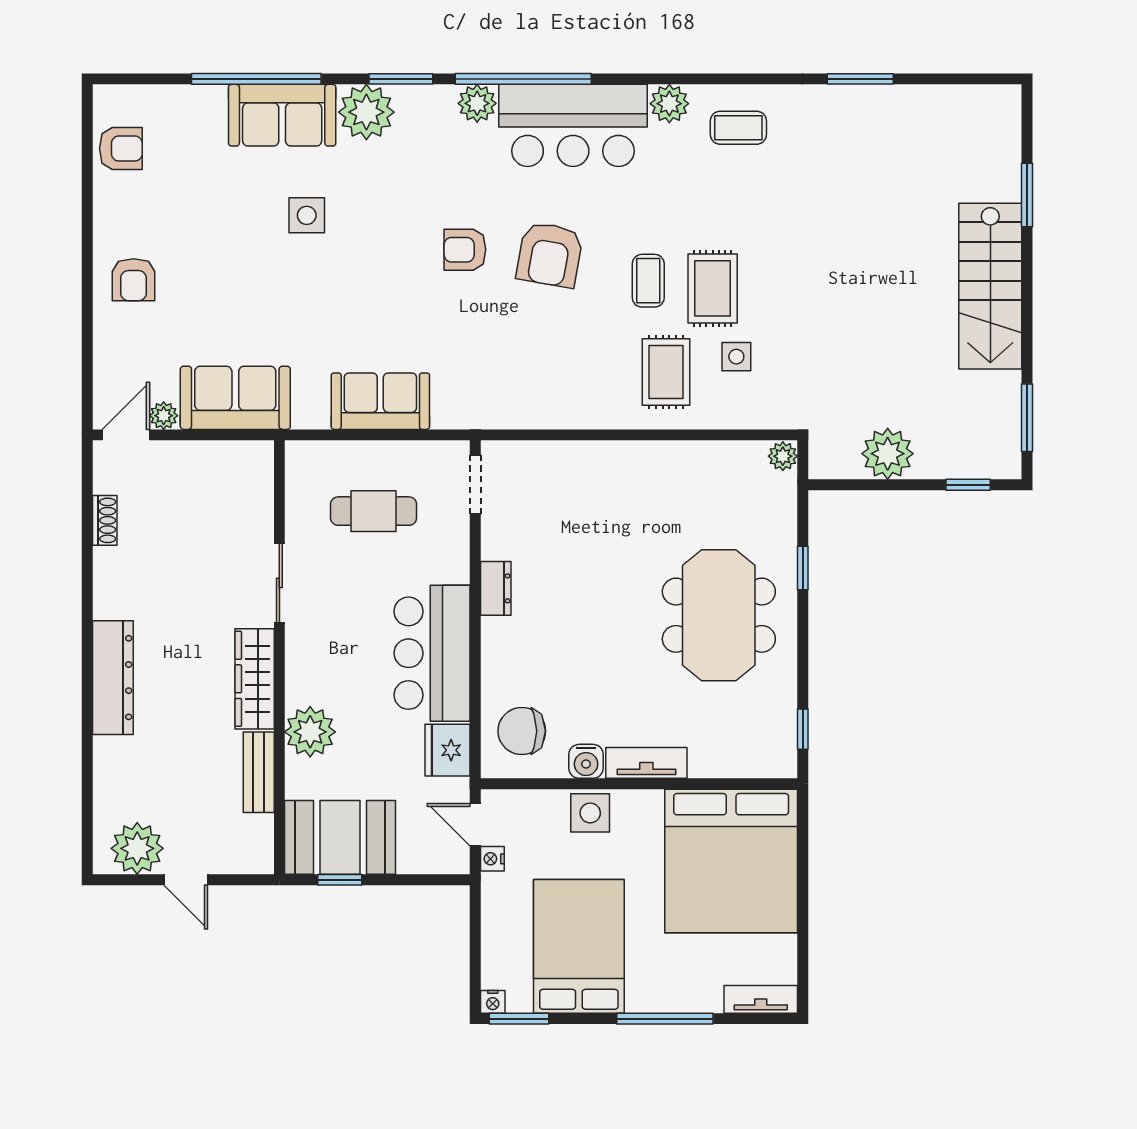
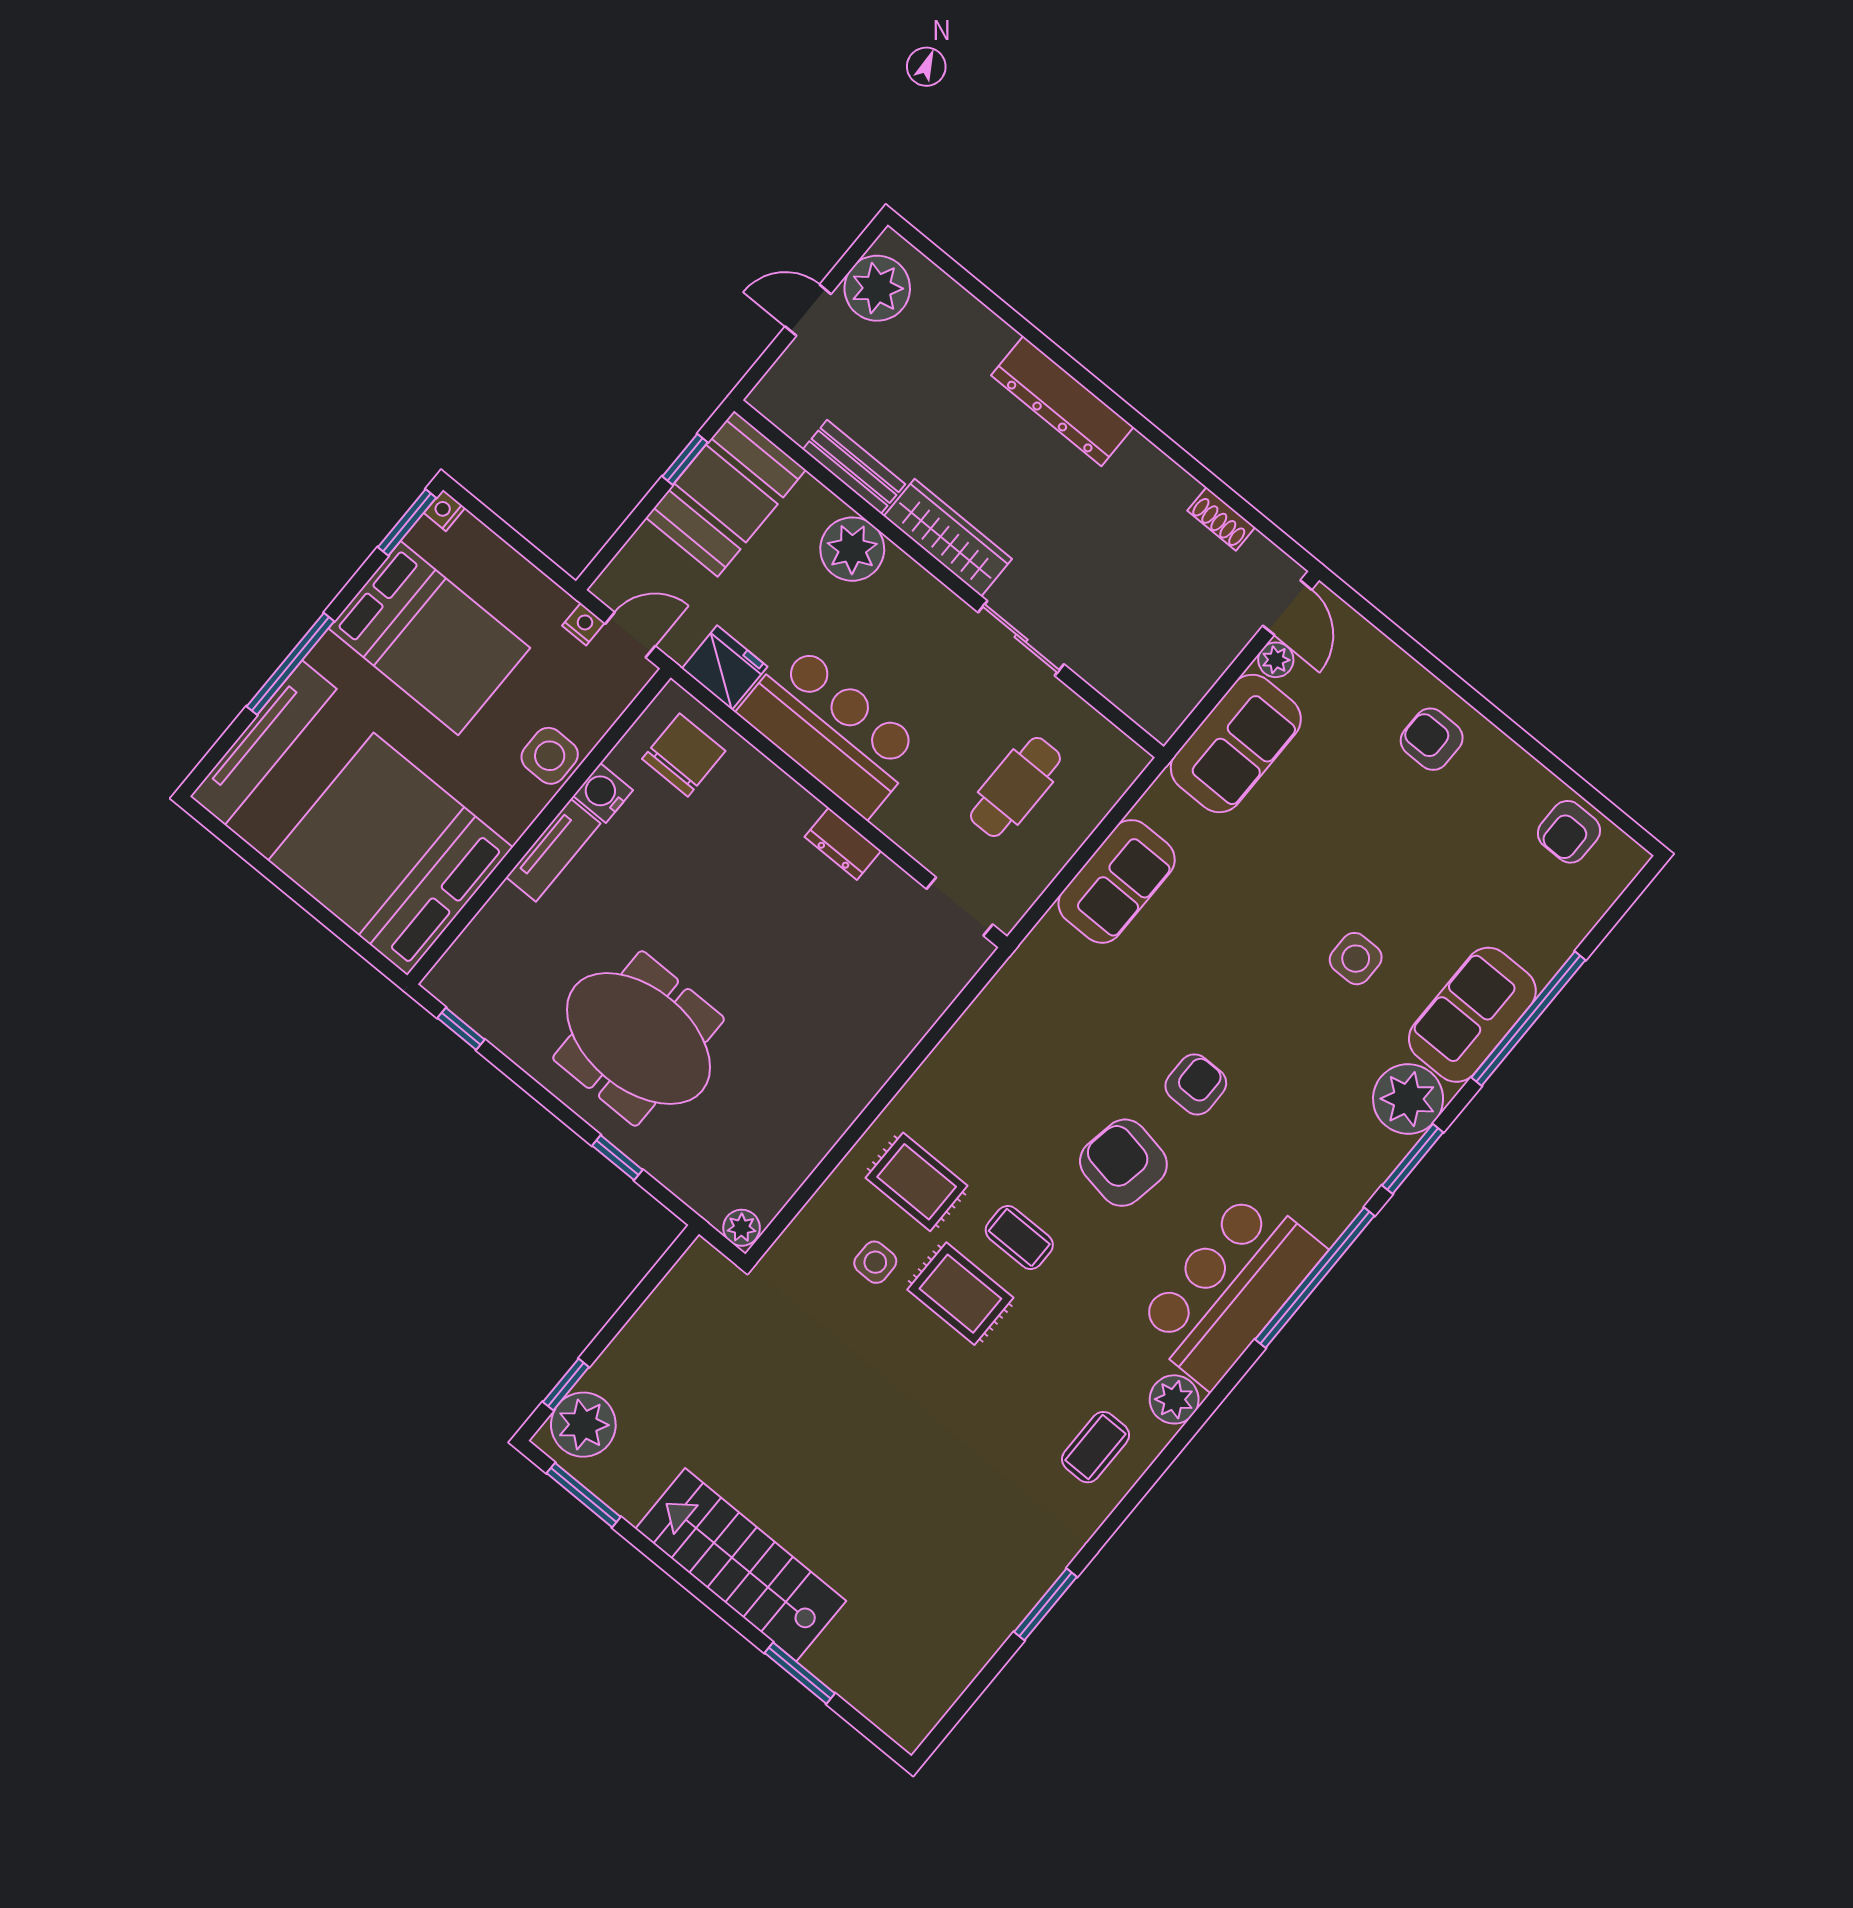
plant: (477, 103) -> (1328, 1213), removed
plant: (888, 454) -> (583, 1425), moved
tv unit: (761, 999) -> (263, 743), width x1.92, depth x1.29

